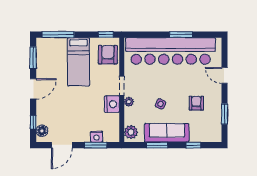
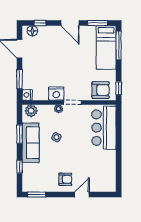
window: (181, 35) -> (119, 156), removed
bar counter: (171, 51) -> (104, 128), width x0.54
bed: (79, 62) -> (106, 48), moved, turned -90
armchair: (196, 103) -> (65, 179), moved
window: (225, 114) -> (37, 195), moved
nightstand: (97, 137) -> (27, 95), moved

